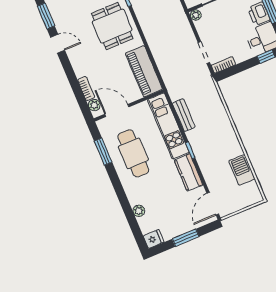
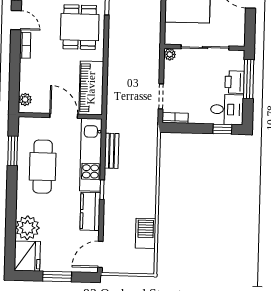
bookcase: (86, 89) -> (25, 45), moved
door: (117, 111) -> (64, 116), moved
plant: (139, 211) -> (27, 228), width x1.88, depth x1.88
fridge: (154, 239) -> (27, 256), width x1.88, depth x1.34

